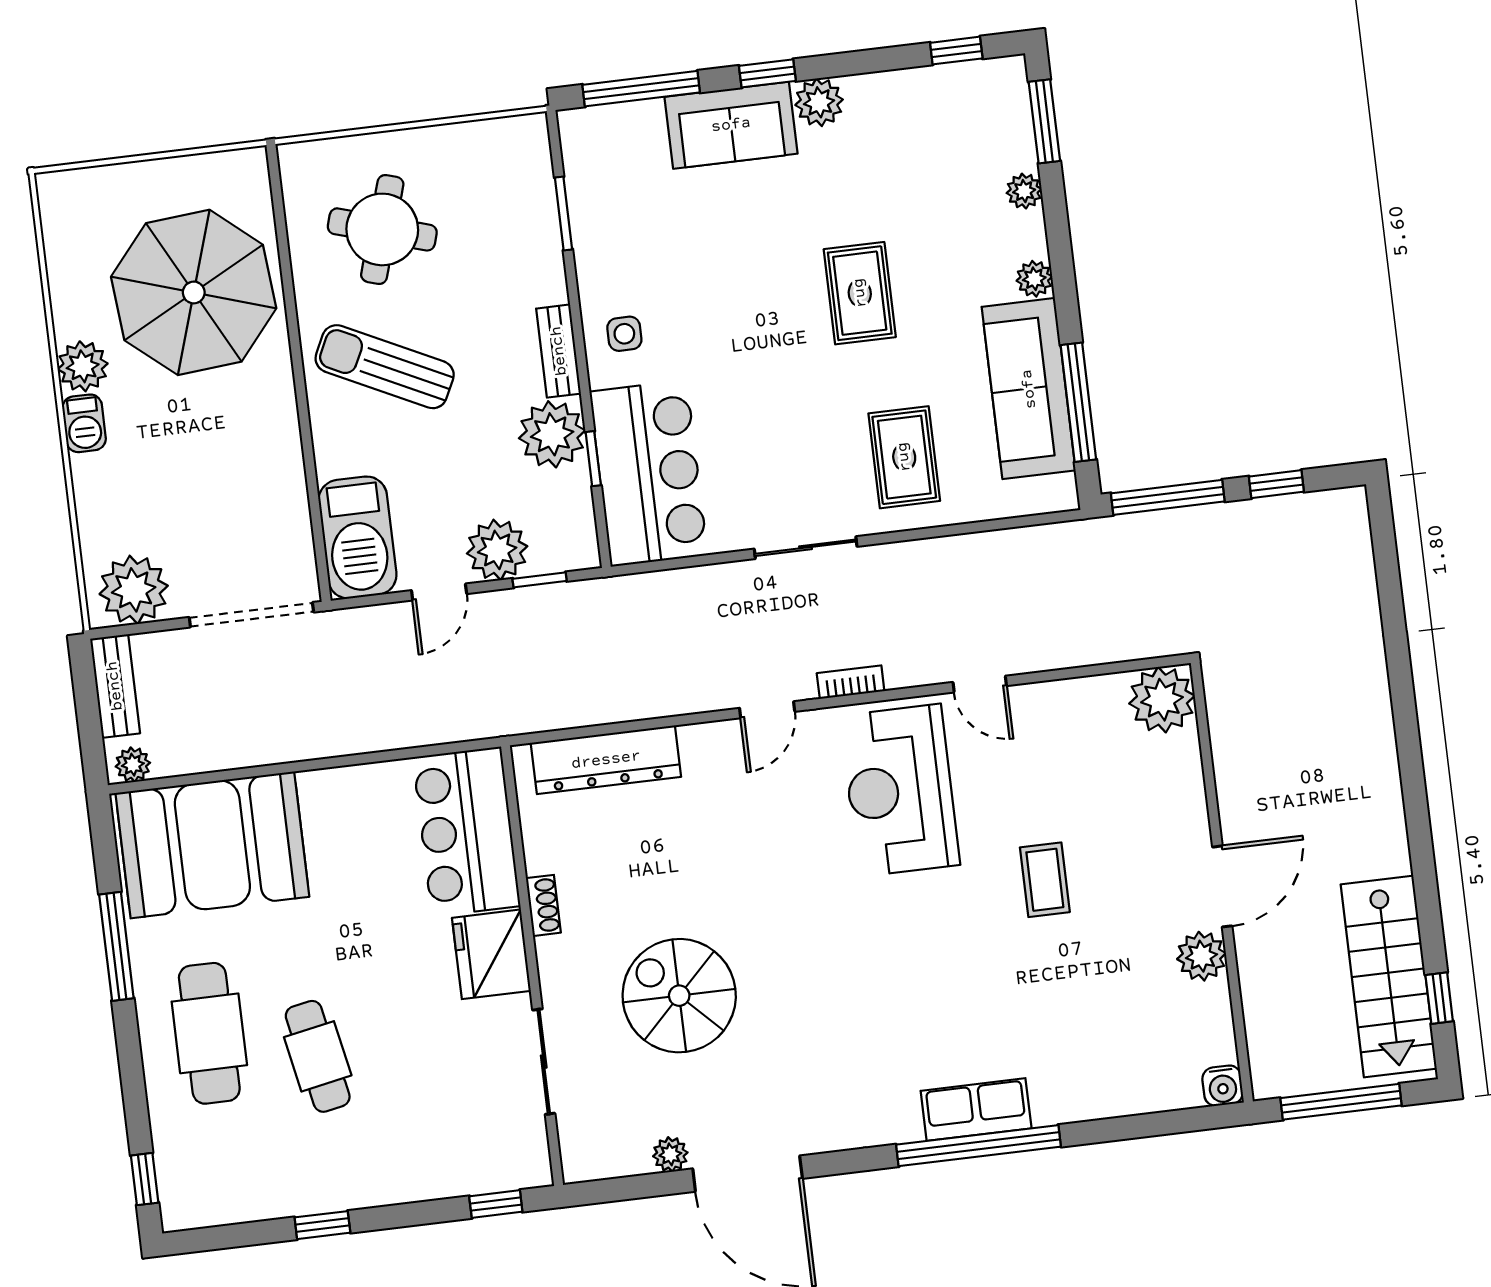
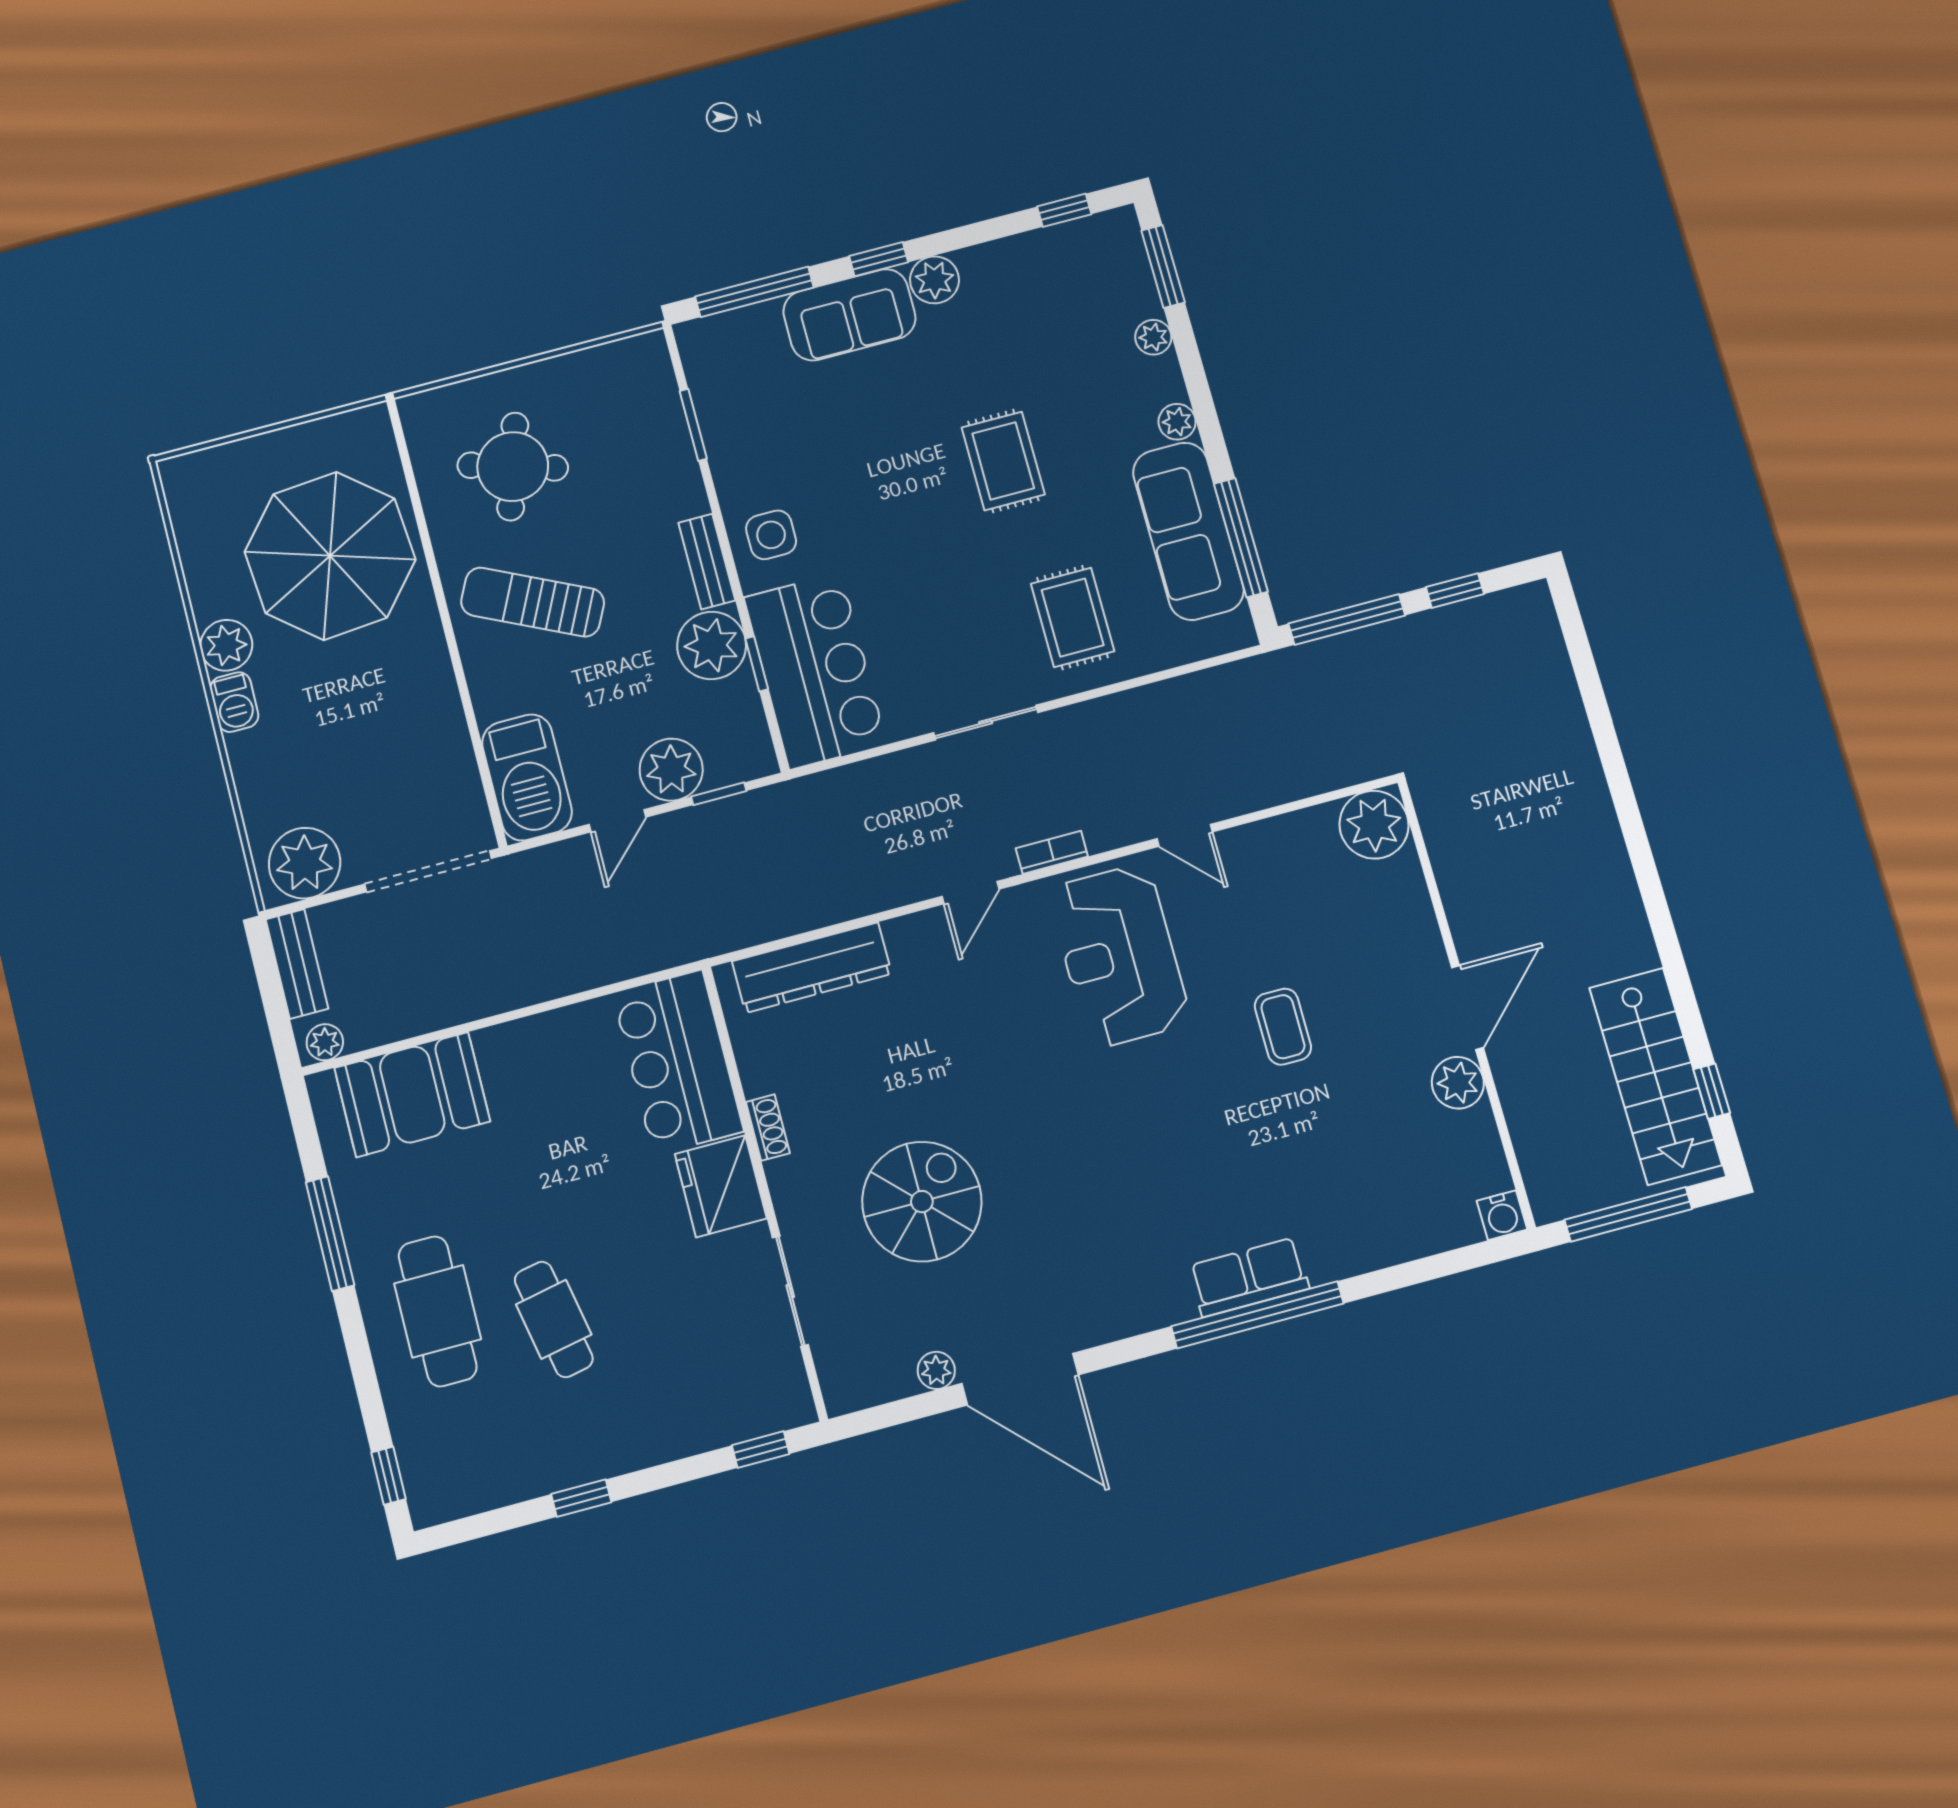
side table: (624, 334) -> (771, 535), width x1.37, depth x1.37
booth: (212, 845) -> (412, 1095), width x0.73, depth x0.70
spiral stairs: (679, 996) -> (922, 1202), turned 90

